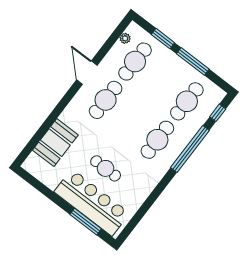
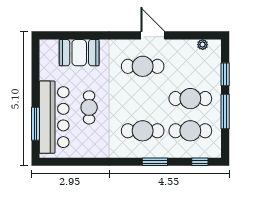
cafe table: (135, 62) -> (190, 99), moved
door: (87, 73) -> (153, 35), hinge flipped
window: (190, 149) -> (155, 162), width x0.47

